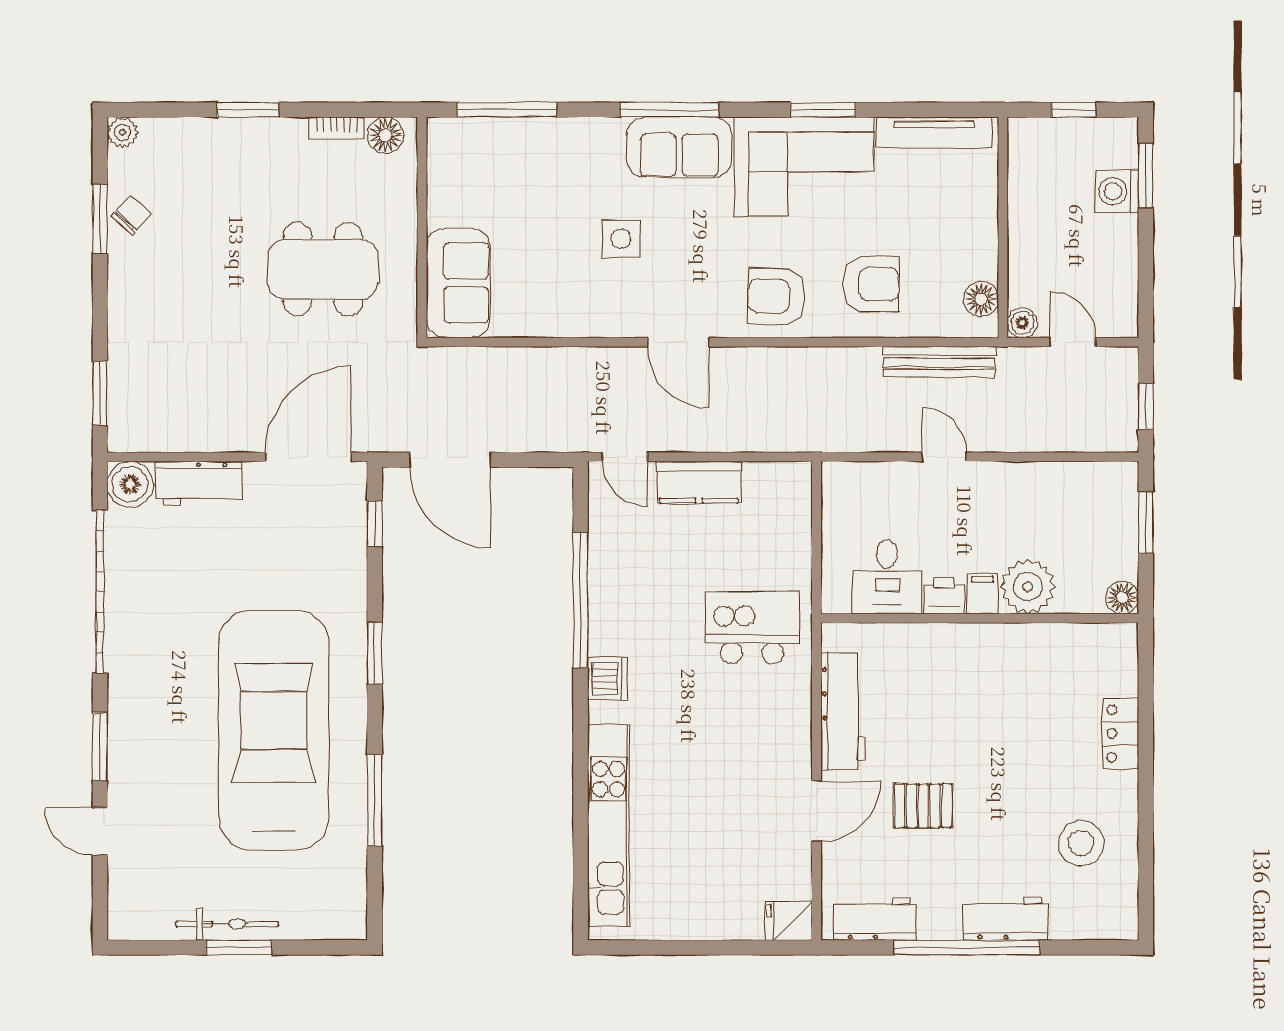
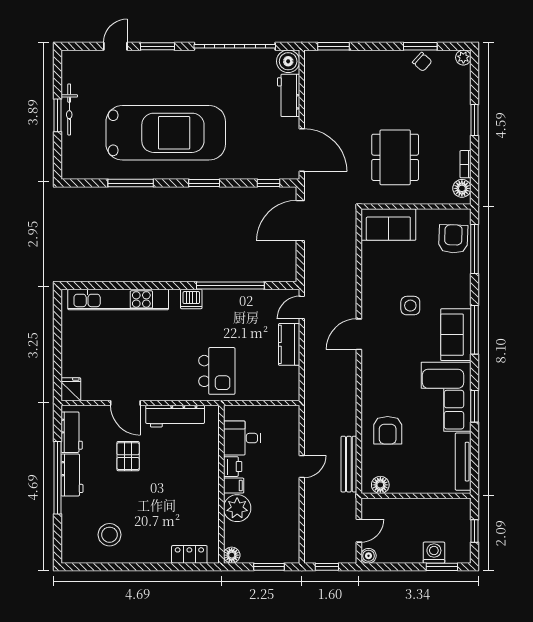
armchair: (777, 297) -> (453, 239), moved
boiler: (1022, 323) -> (369, 556), moved
locker: (1121, 734) -> (189, 554), moved
workbench: (1006, 918) -> (72, 475), moved

